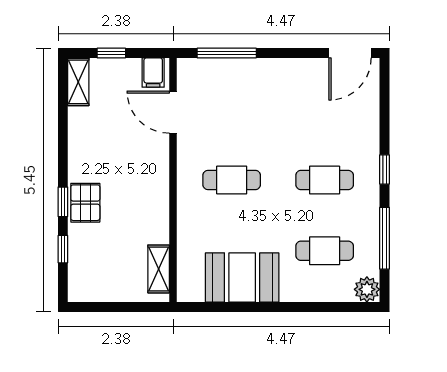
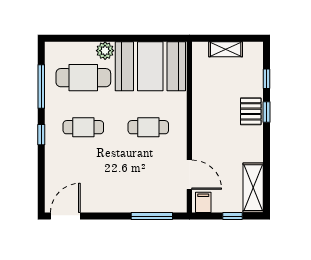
shelving: (78, 82) -> (253, 188), width x1.50, depth x1.33
cafe table: (325, 251) -> (83, 78), width x1.37, depth x1.35
shelving: (159, 269) -> (226, 49), moved, turned 90
booth: (242, 277) -> (150, 66), width x1.36, depth x1.42
plant: (367, 289) -> (105, 51), moved

